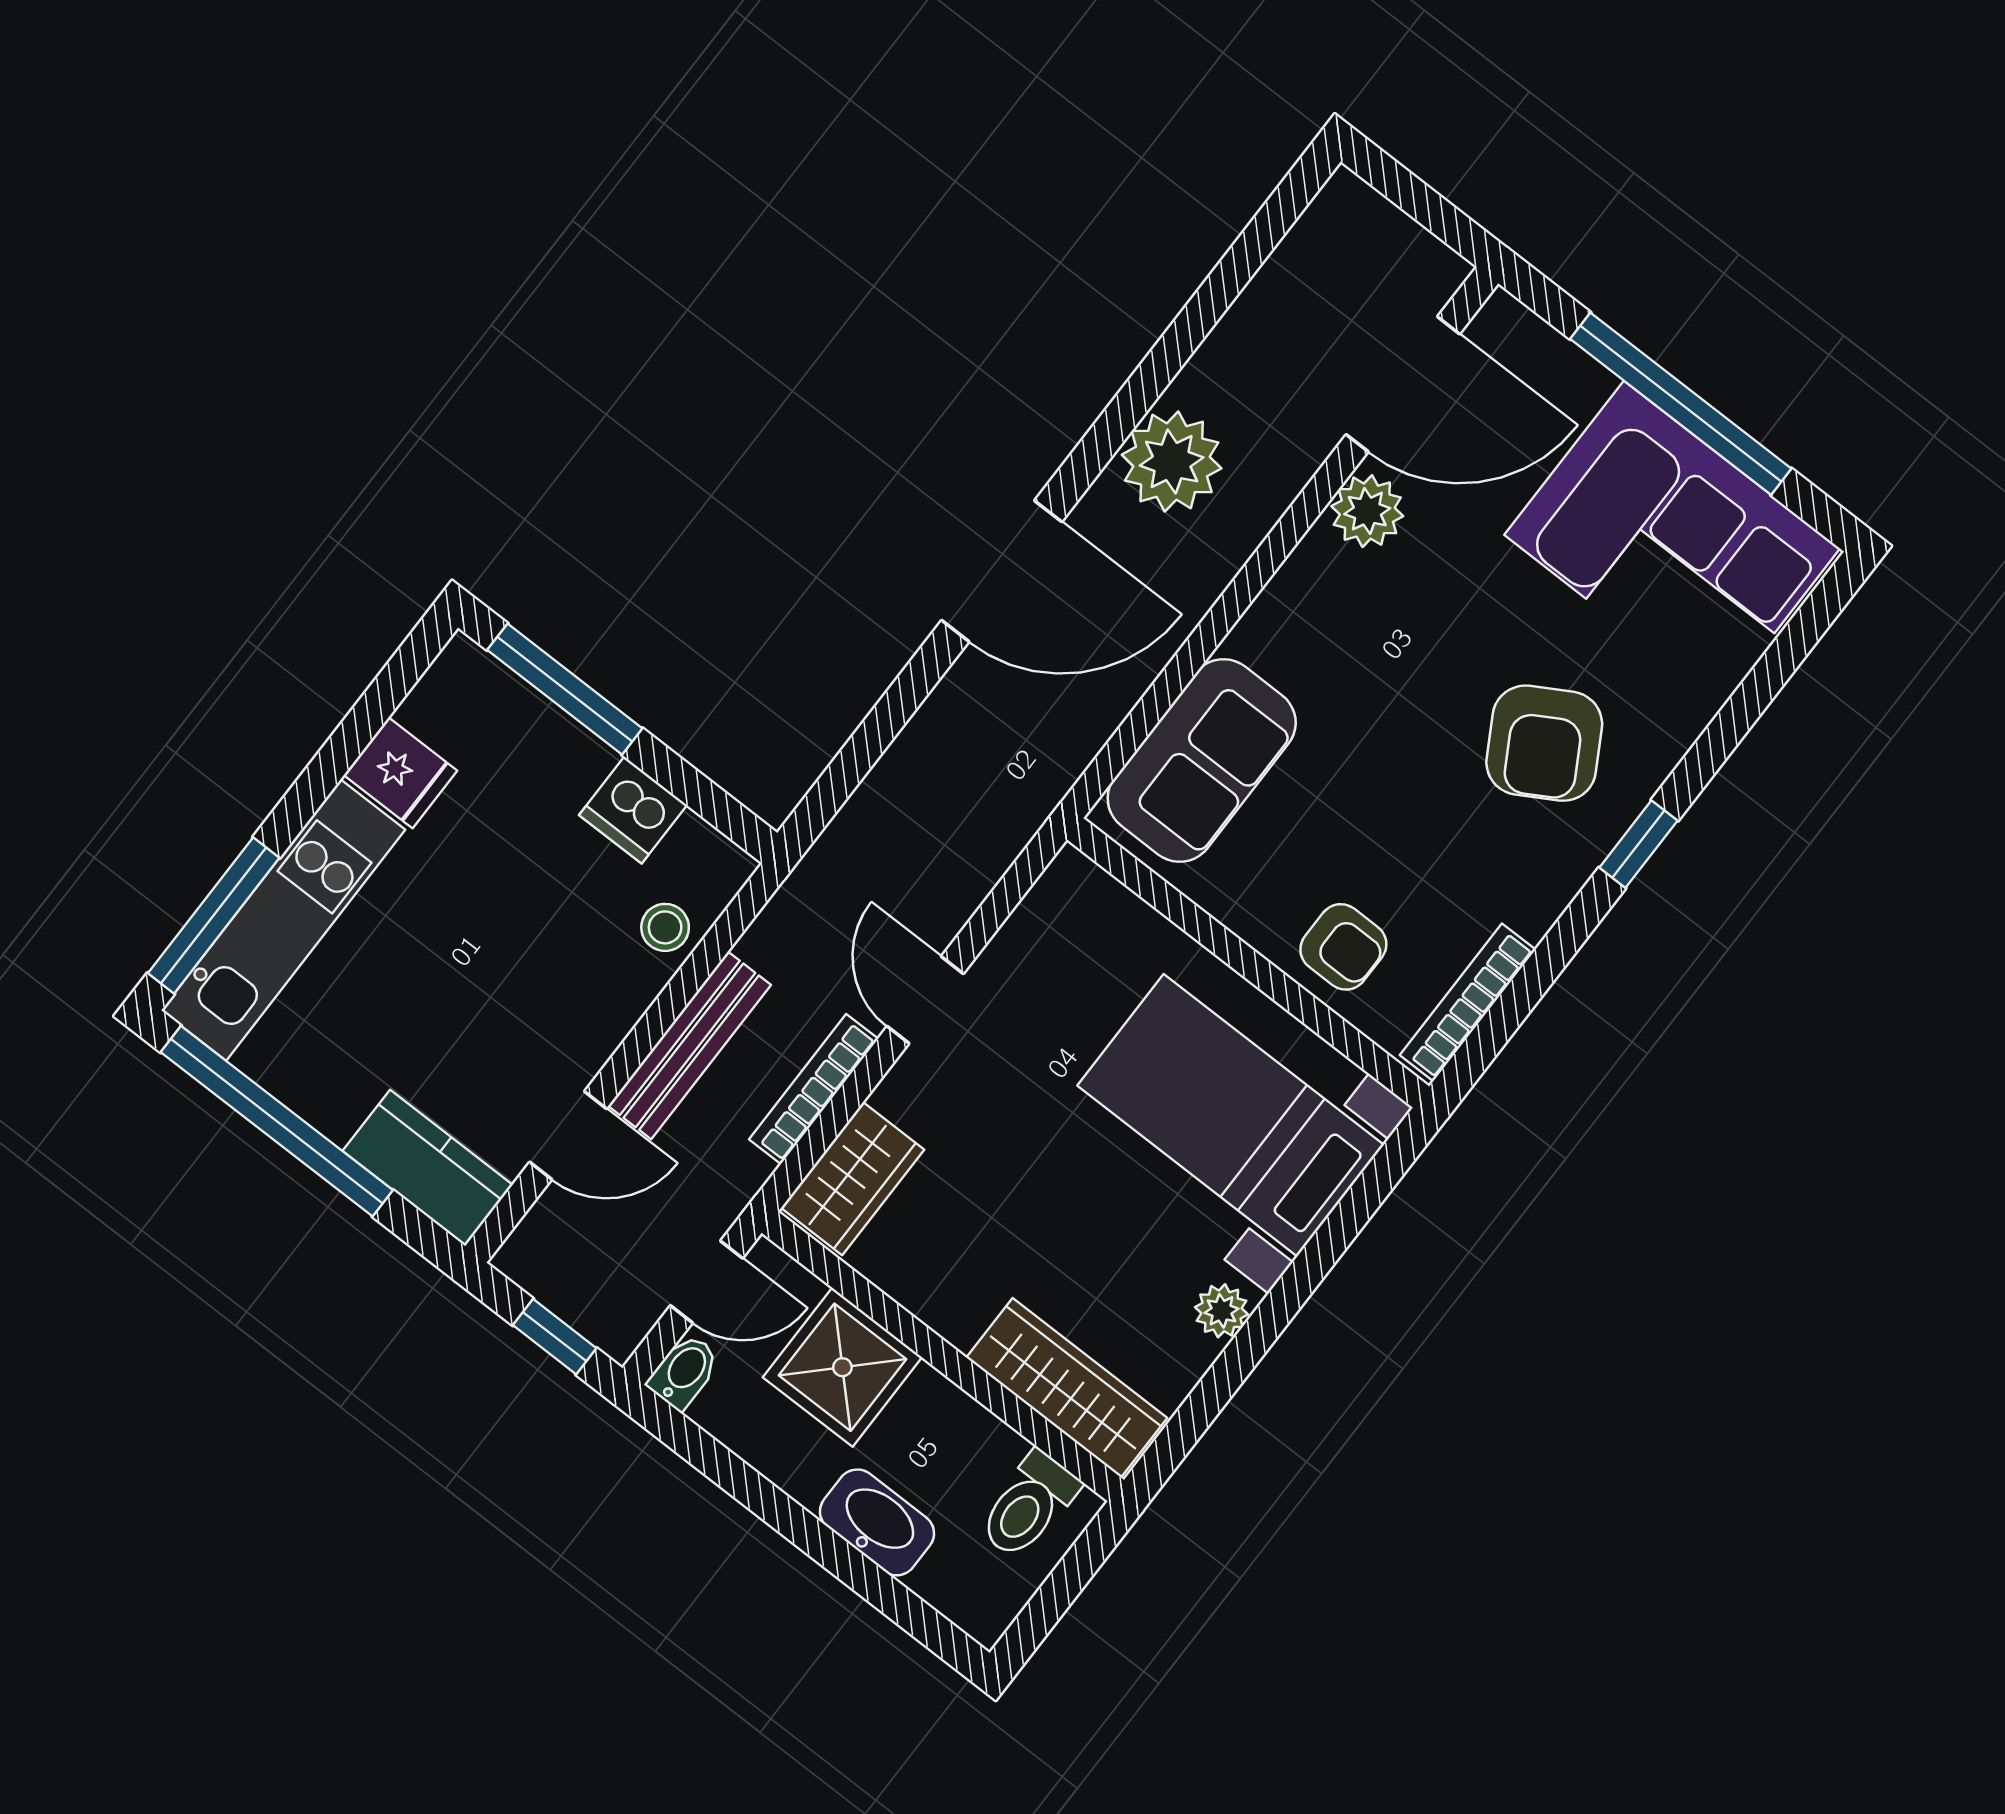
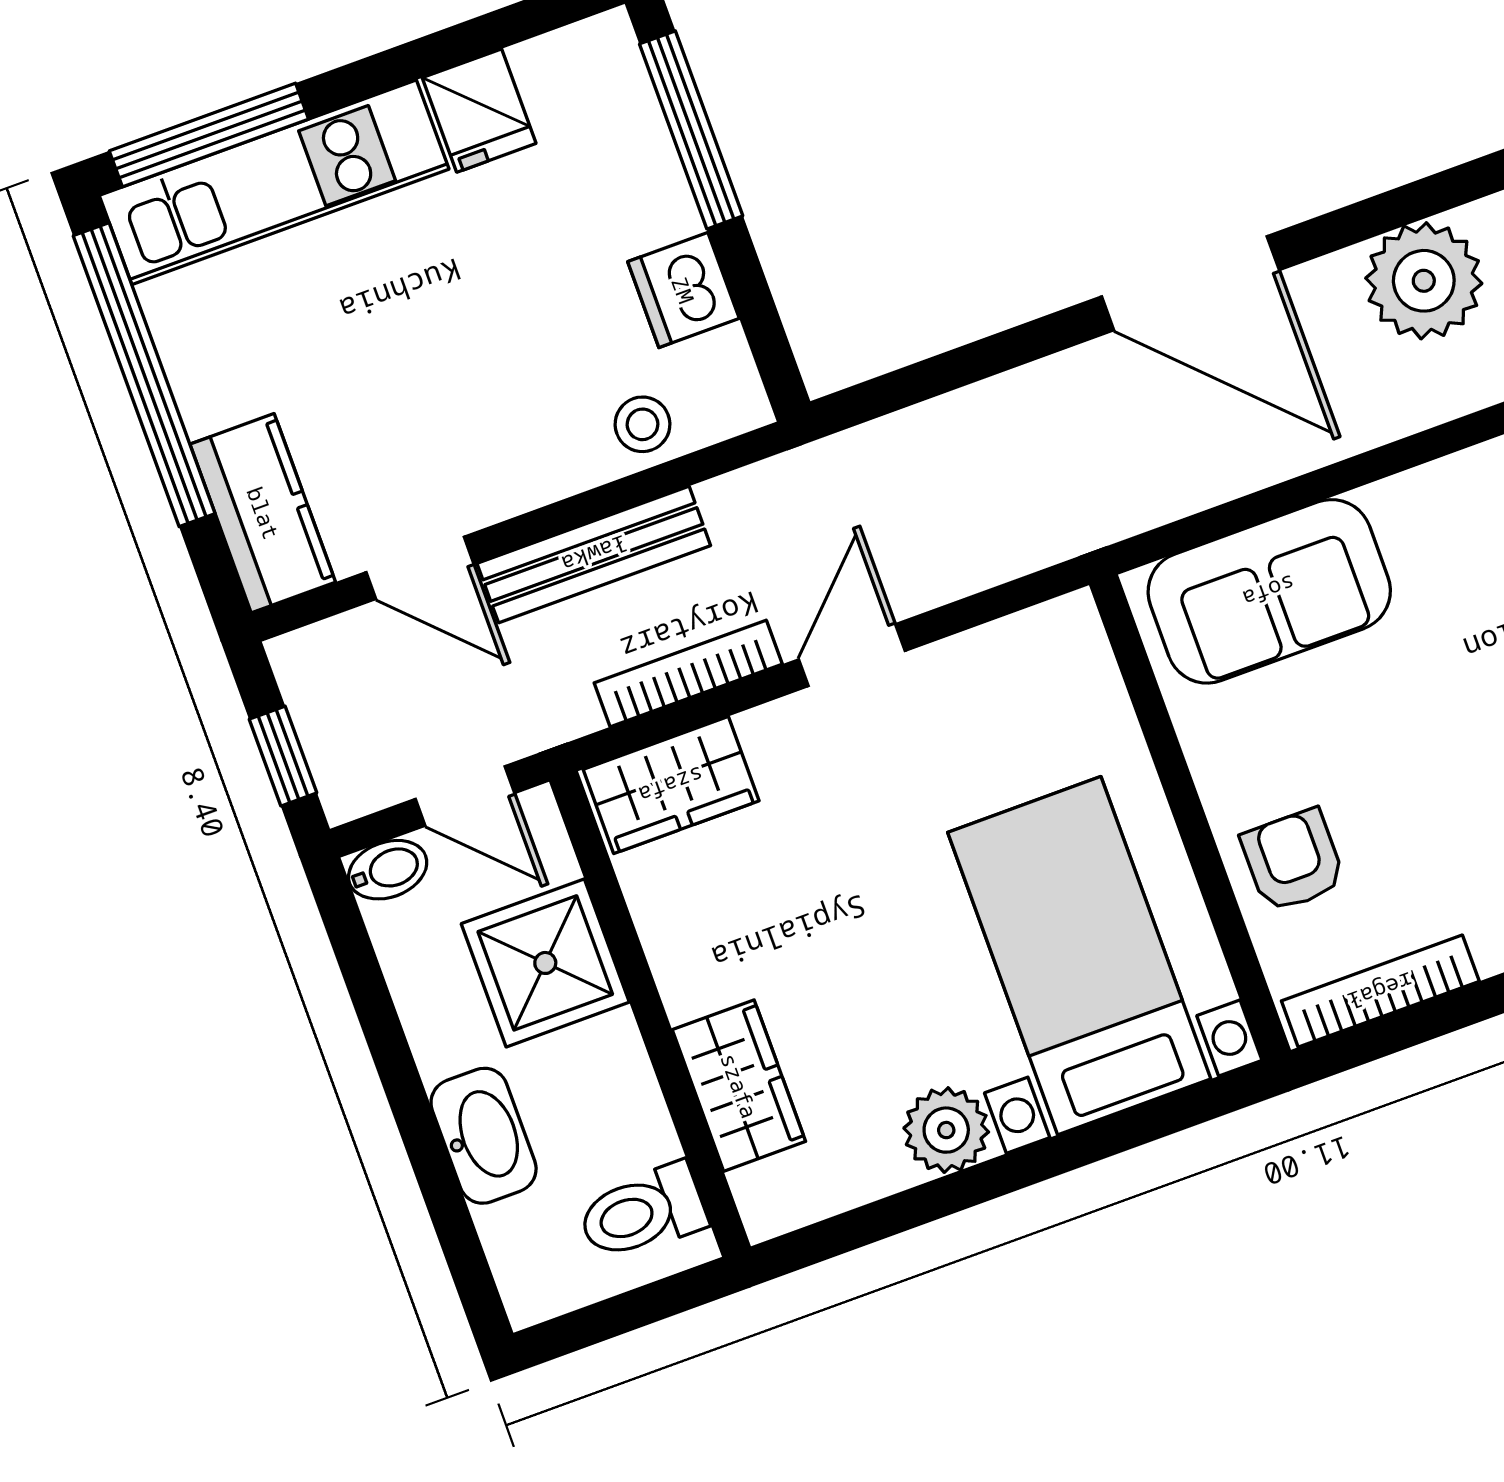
armchair: (1343, 947) -> (1293, 860), turned 180
plant: (1221, 1311) -> (946, 1130), width x1.38, depth x1.38
wardrobe: (1067, 1388) -> (739, 1086), width x0.67

